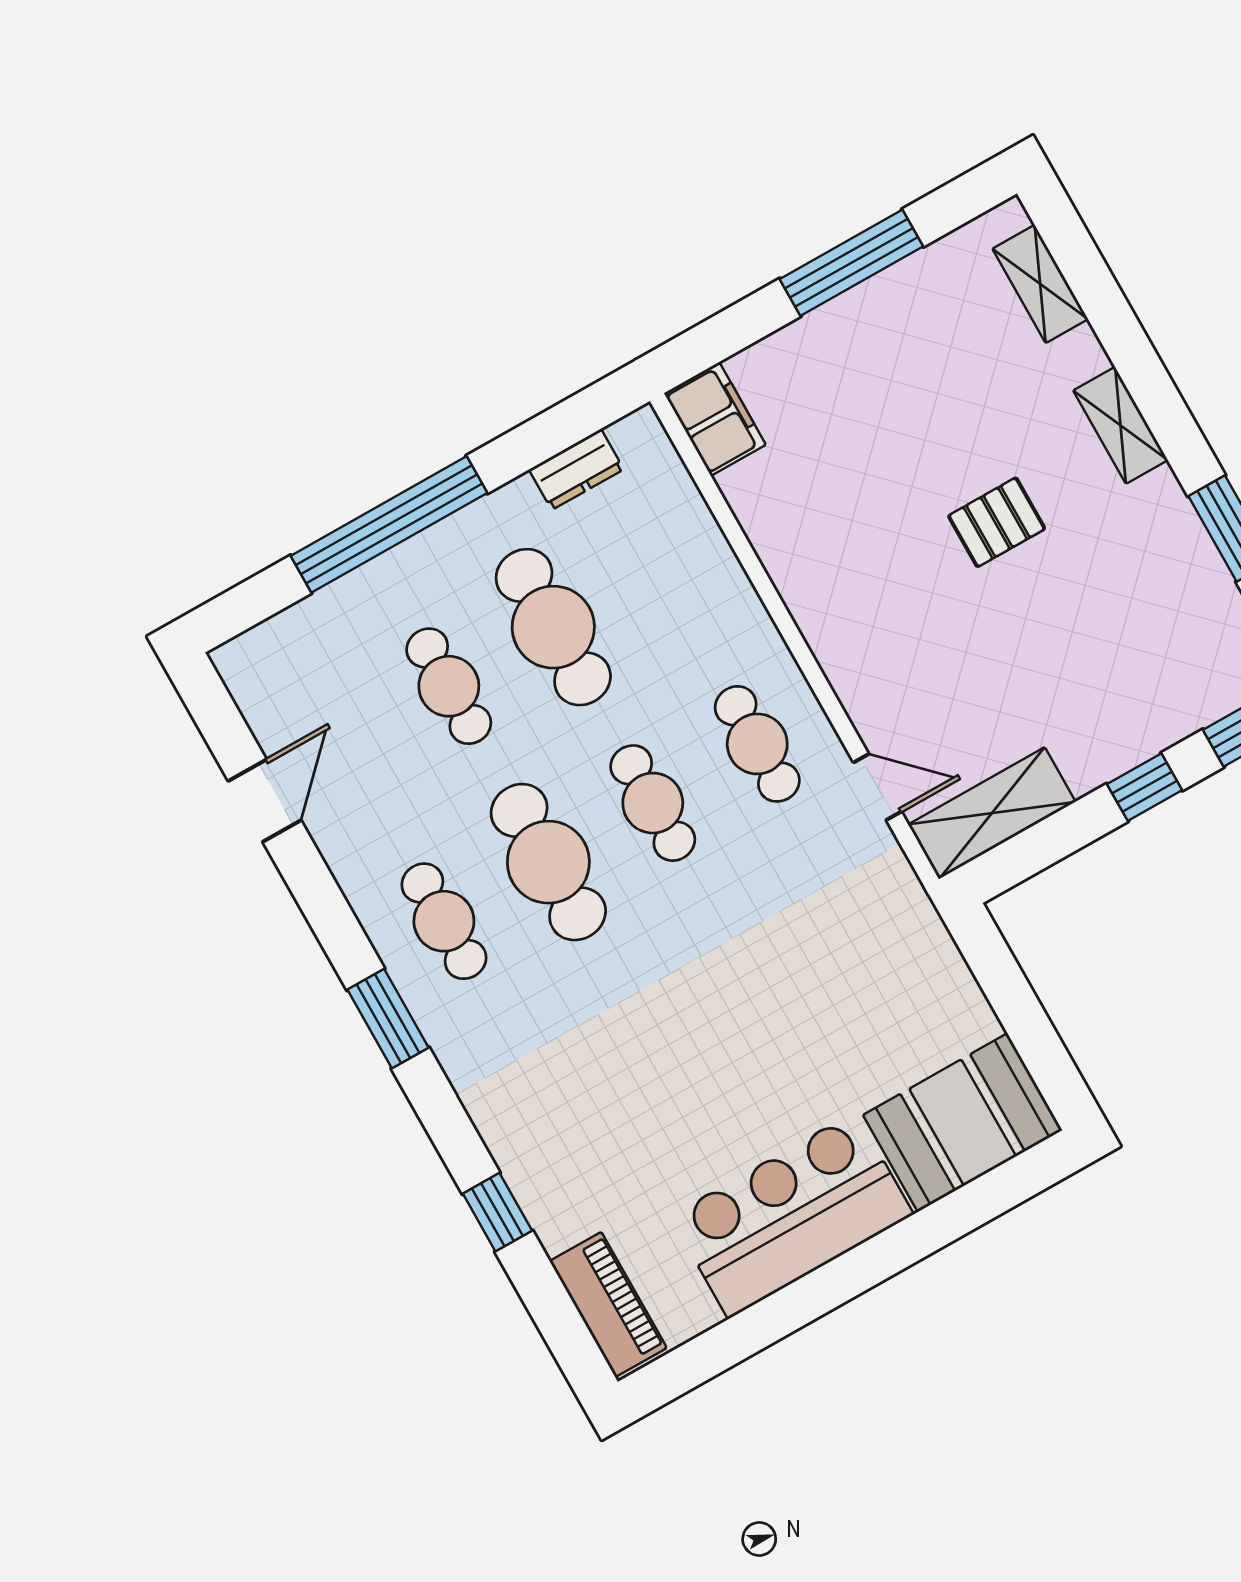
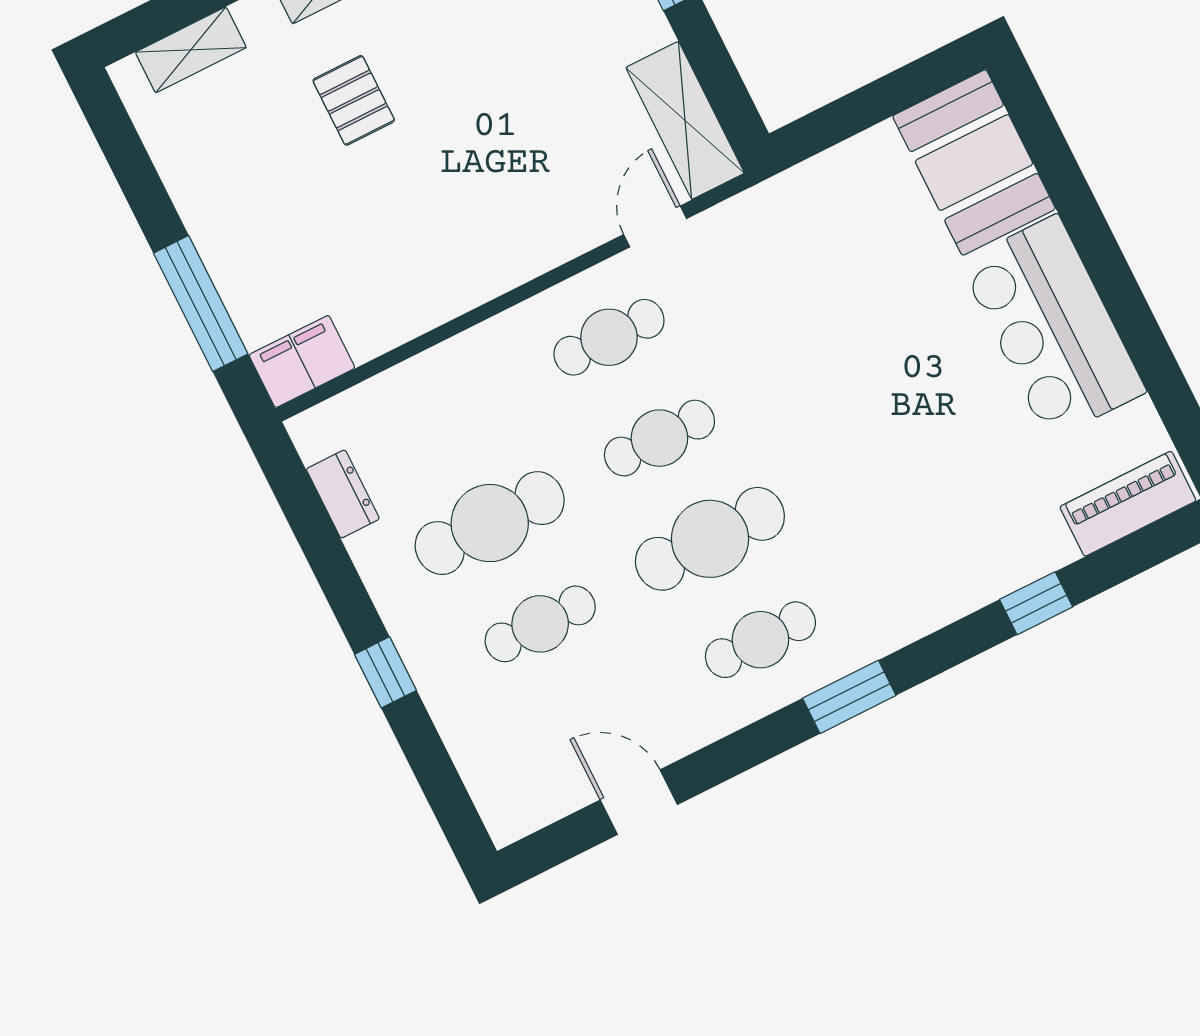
window: (851, 263) -> (201, 303), moved
pallet: (997, 522) -> (354, 100), moved
window: (389, 524) -> (385, 672), width x0.32

